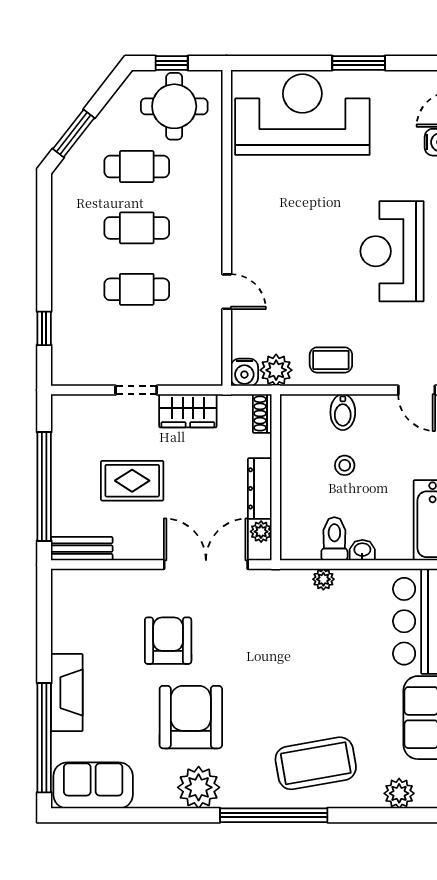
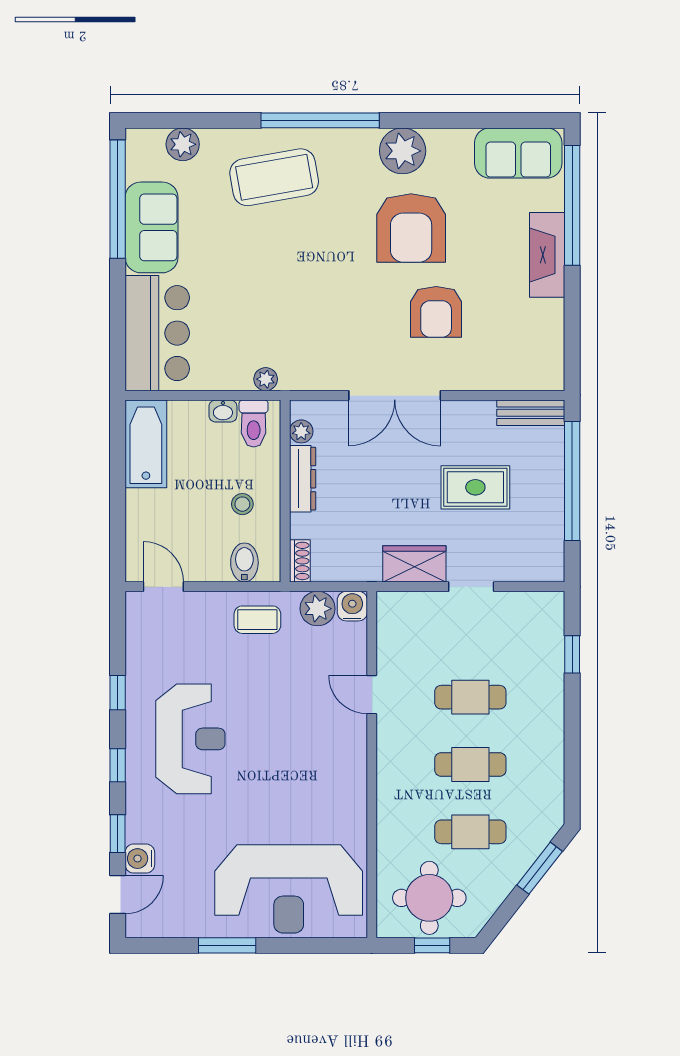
shoe rack: (262, 414) -> (300, 561), moved
wall: (276, 477) -> (285, 491), moved
dresser: (260, 488) -> (303, 479), moved
plant: (261, 532) -> (301, 431), moved

